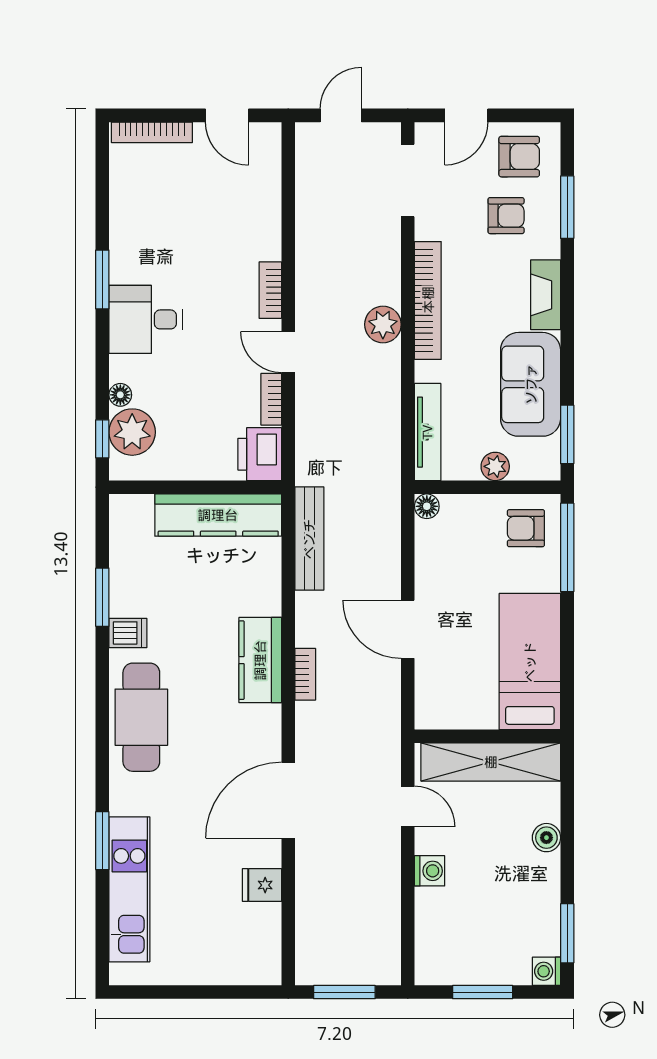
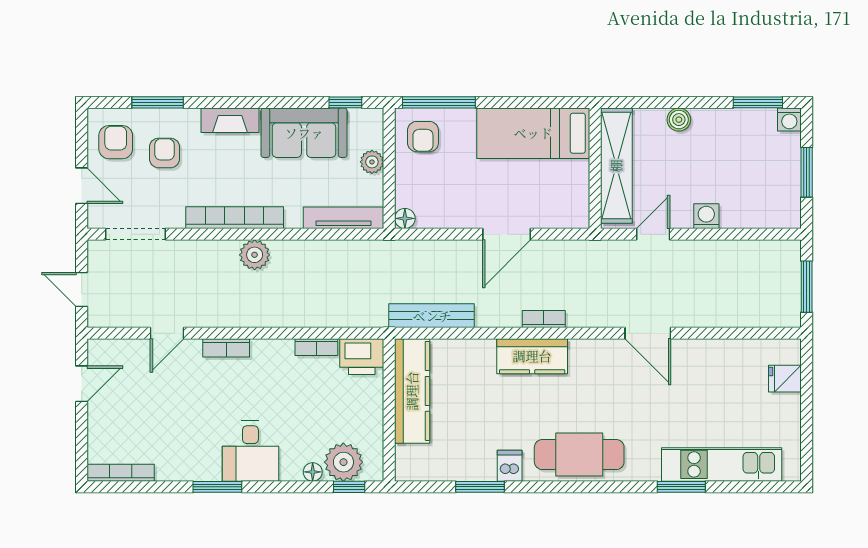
bookcase: (152, 132) -> (121, 473), moved, turned -90
door: (288, 352) -> (167, 333), moved
window: (567, 434) -> (345, 102), width x0.67
door: (288, 800) -> (648, 333), width x0.73
fridge: (262, 885) -> (785, 379), moved, turned 90

